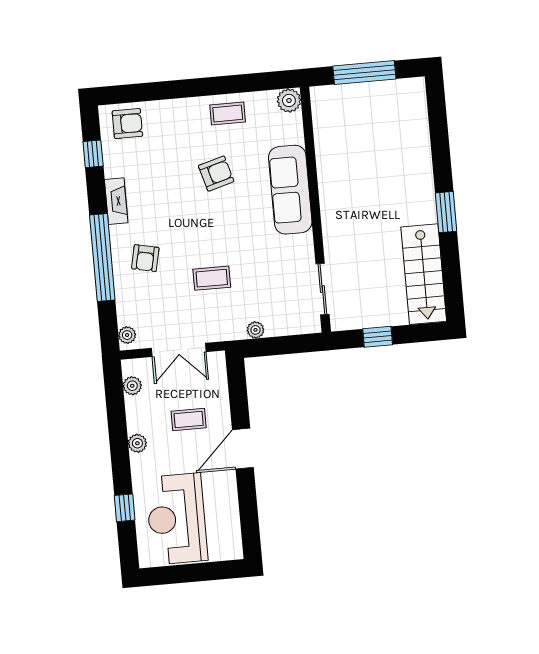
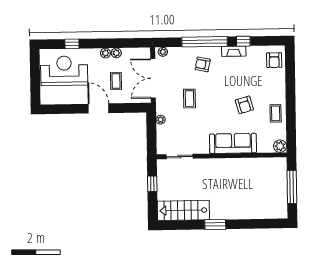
window: (93, 154) -> (243, 41), moved
double door: (179, 350) -> (153, 78), width x1.37
plant: (132, 386) -> (116, 53), moved

